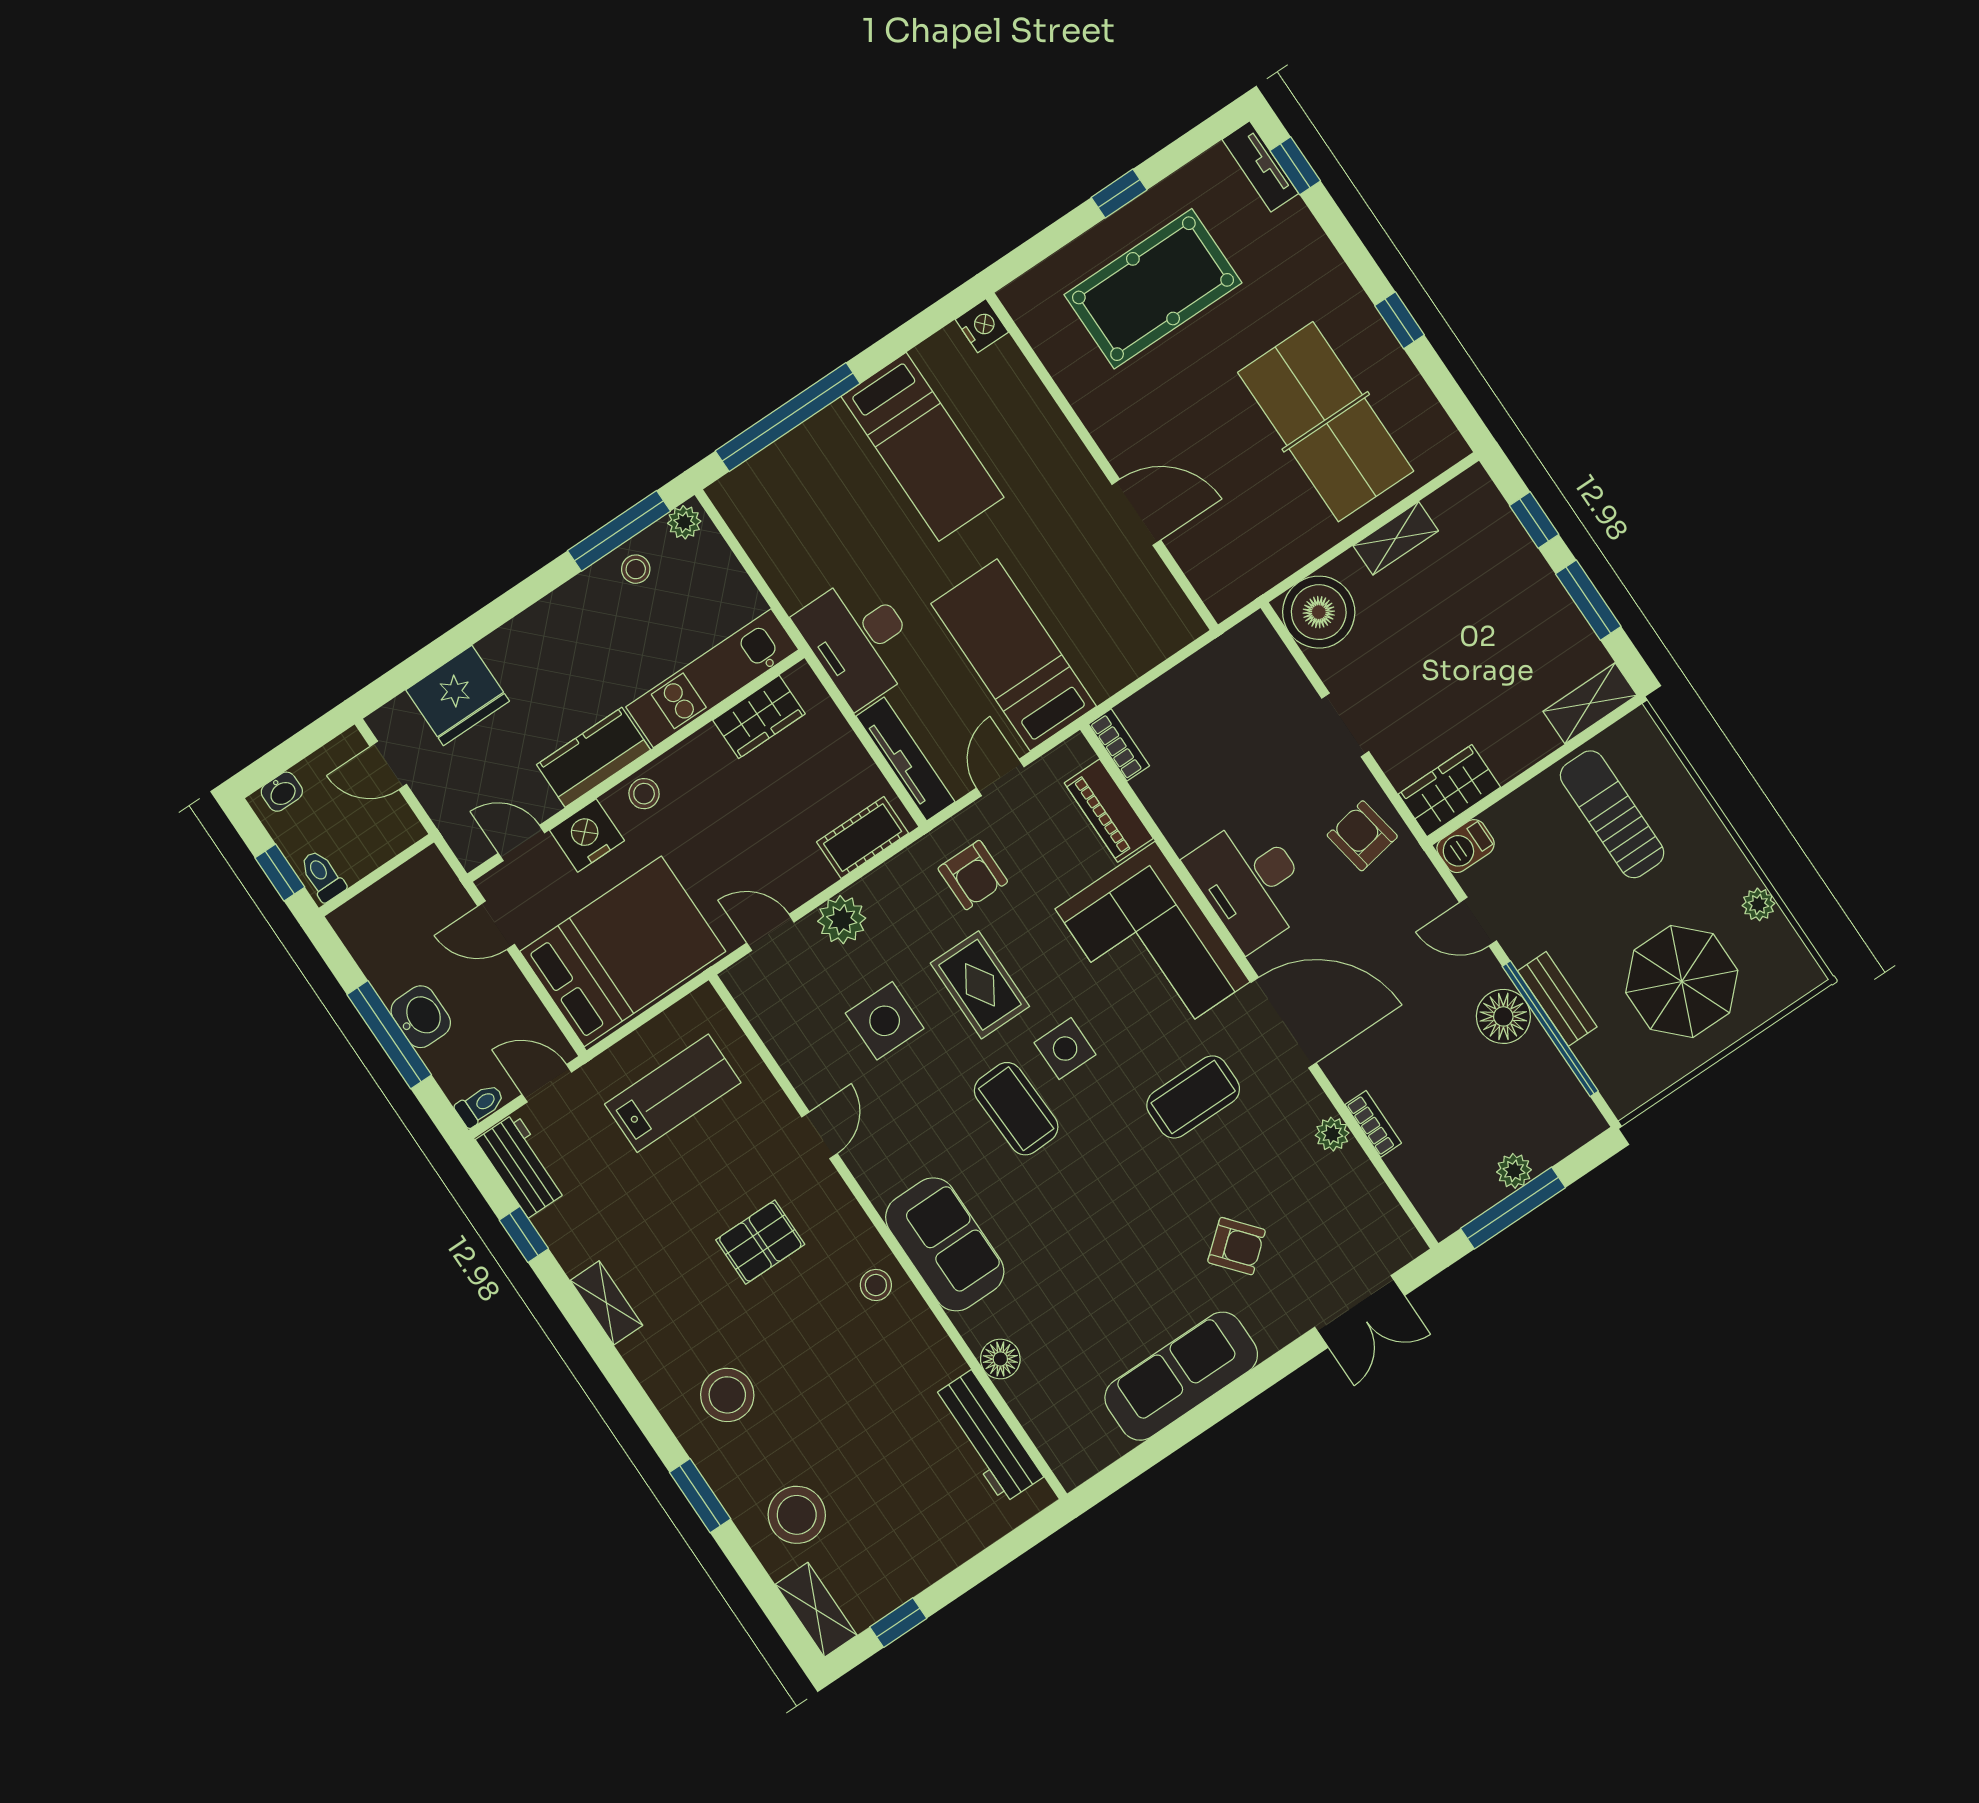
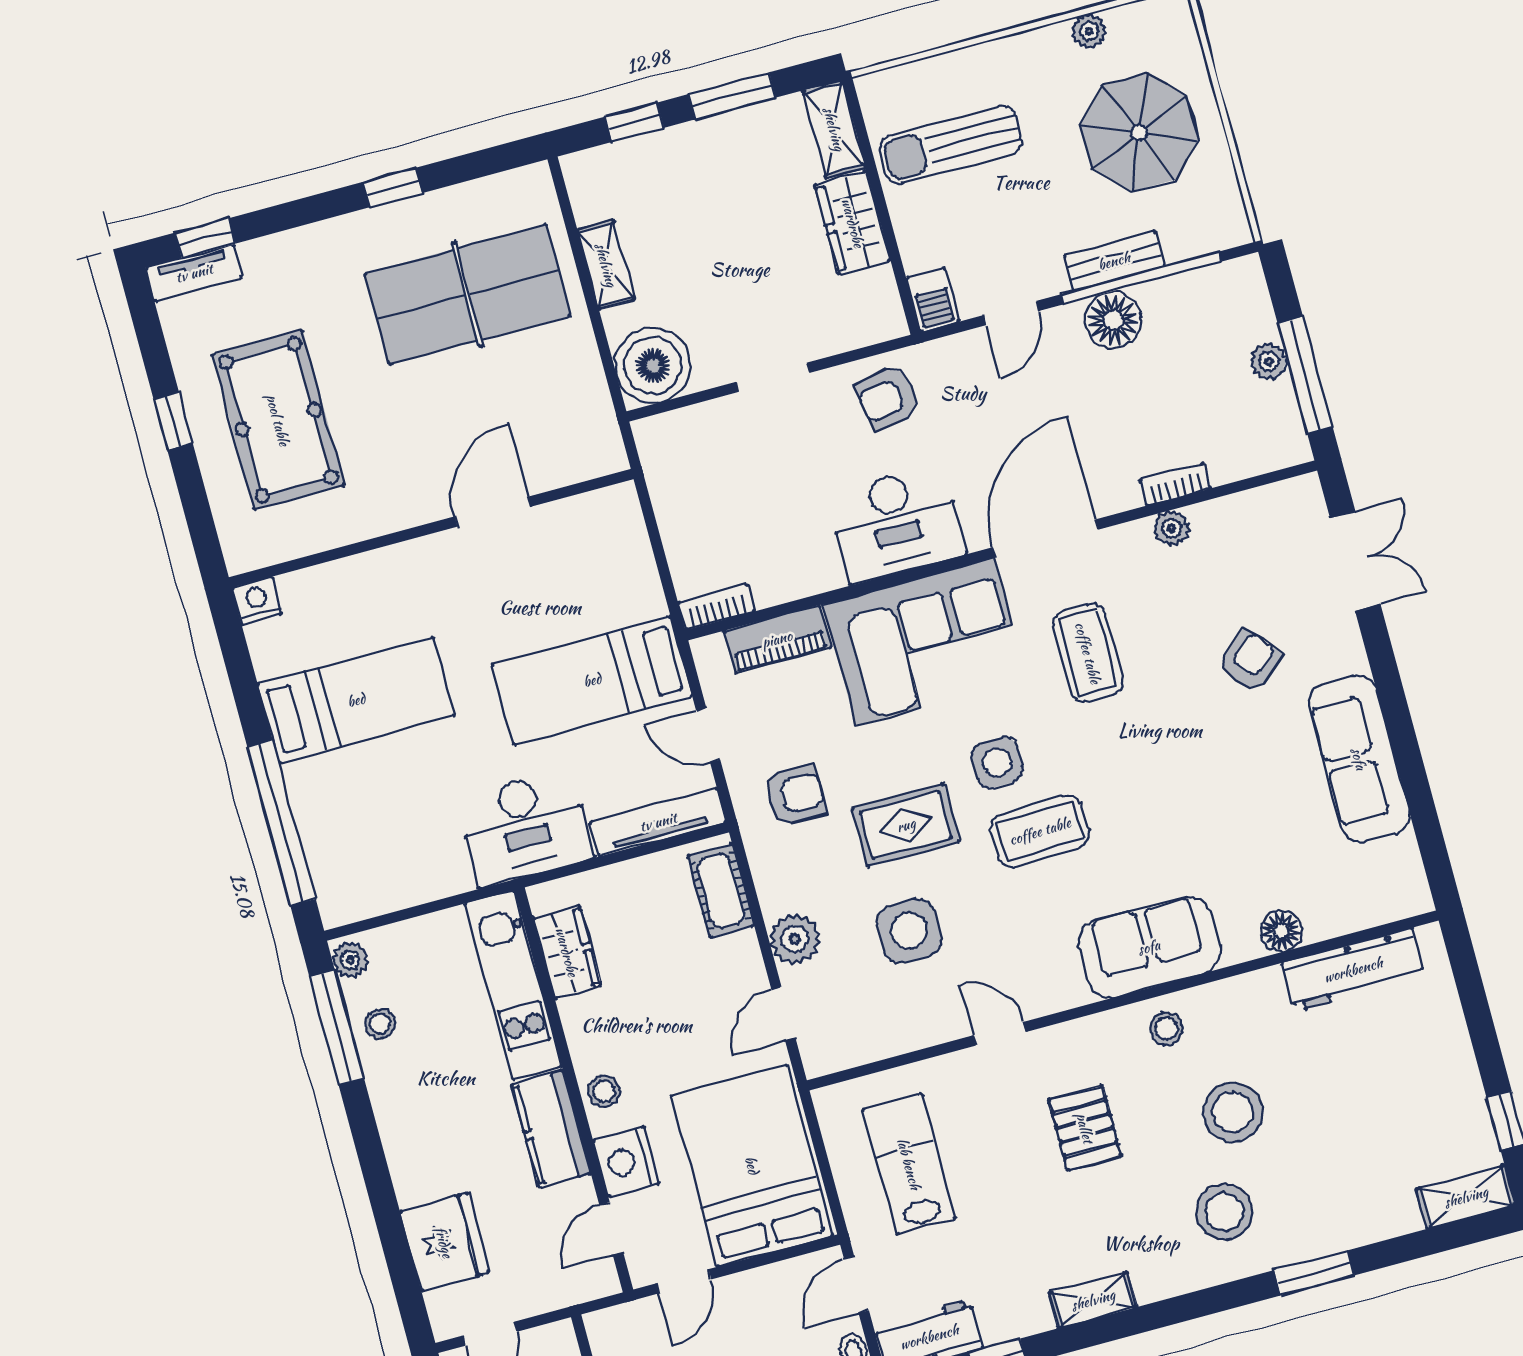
wardrobe: (1449, 791) -> (853, 223), moved
stool: (797, 1515) -> (1233, 1112), moved

